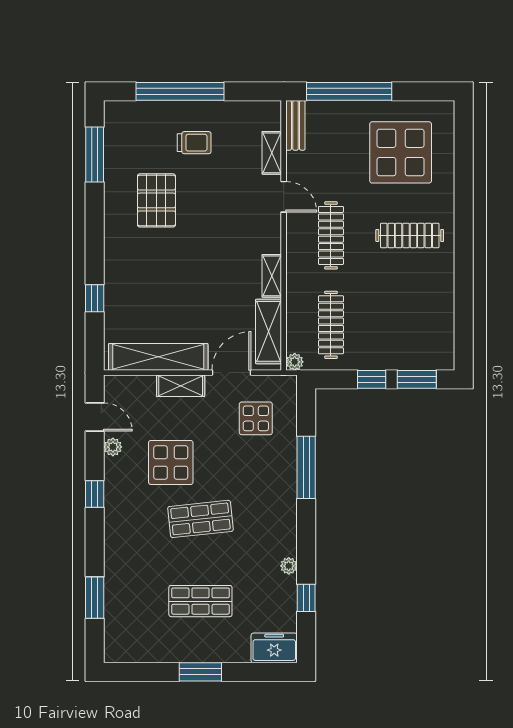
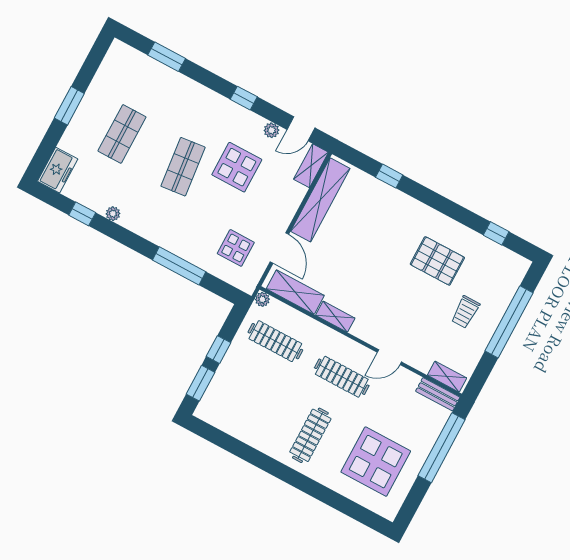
shelving: (272, 153) -> (447, 377), moved
window: (95, 155) -> (496, 233), width x0.46
shelving: (181, 386) -> (311, 166), moved

